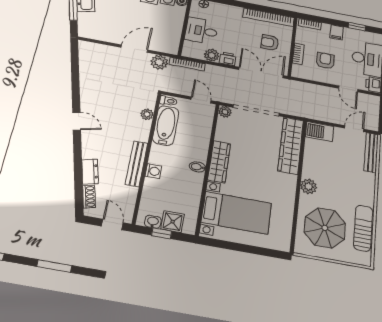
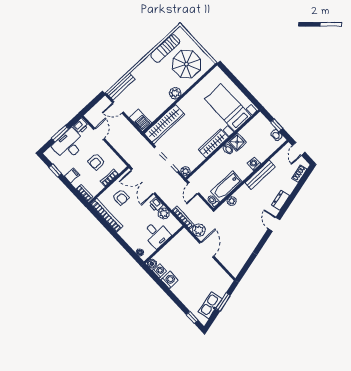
door: (134, 49) -> (207, 249), swing flipped
dresser: (90, 172) -> (281, 200), moved
shower: (173, 222) -> (237, 142), moved

